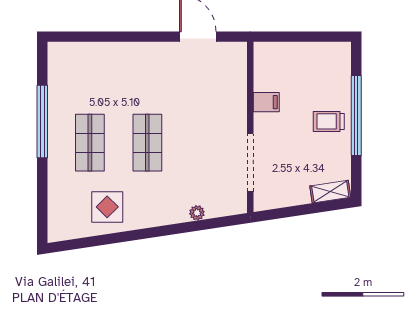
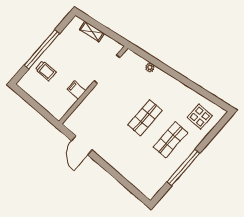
trolley: (329, 121) -> (46, 71), moved
shelving: (330, 192) -> (92, 31), moved
display table: (107, 207) -> (200, 117), moved

